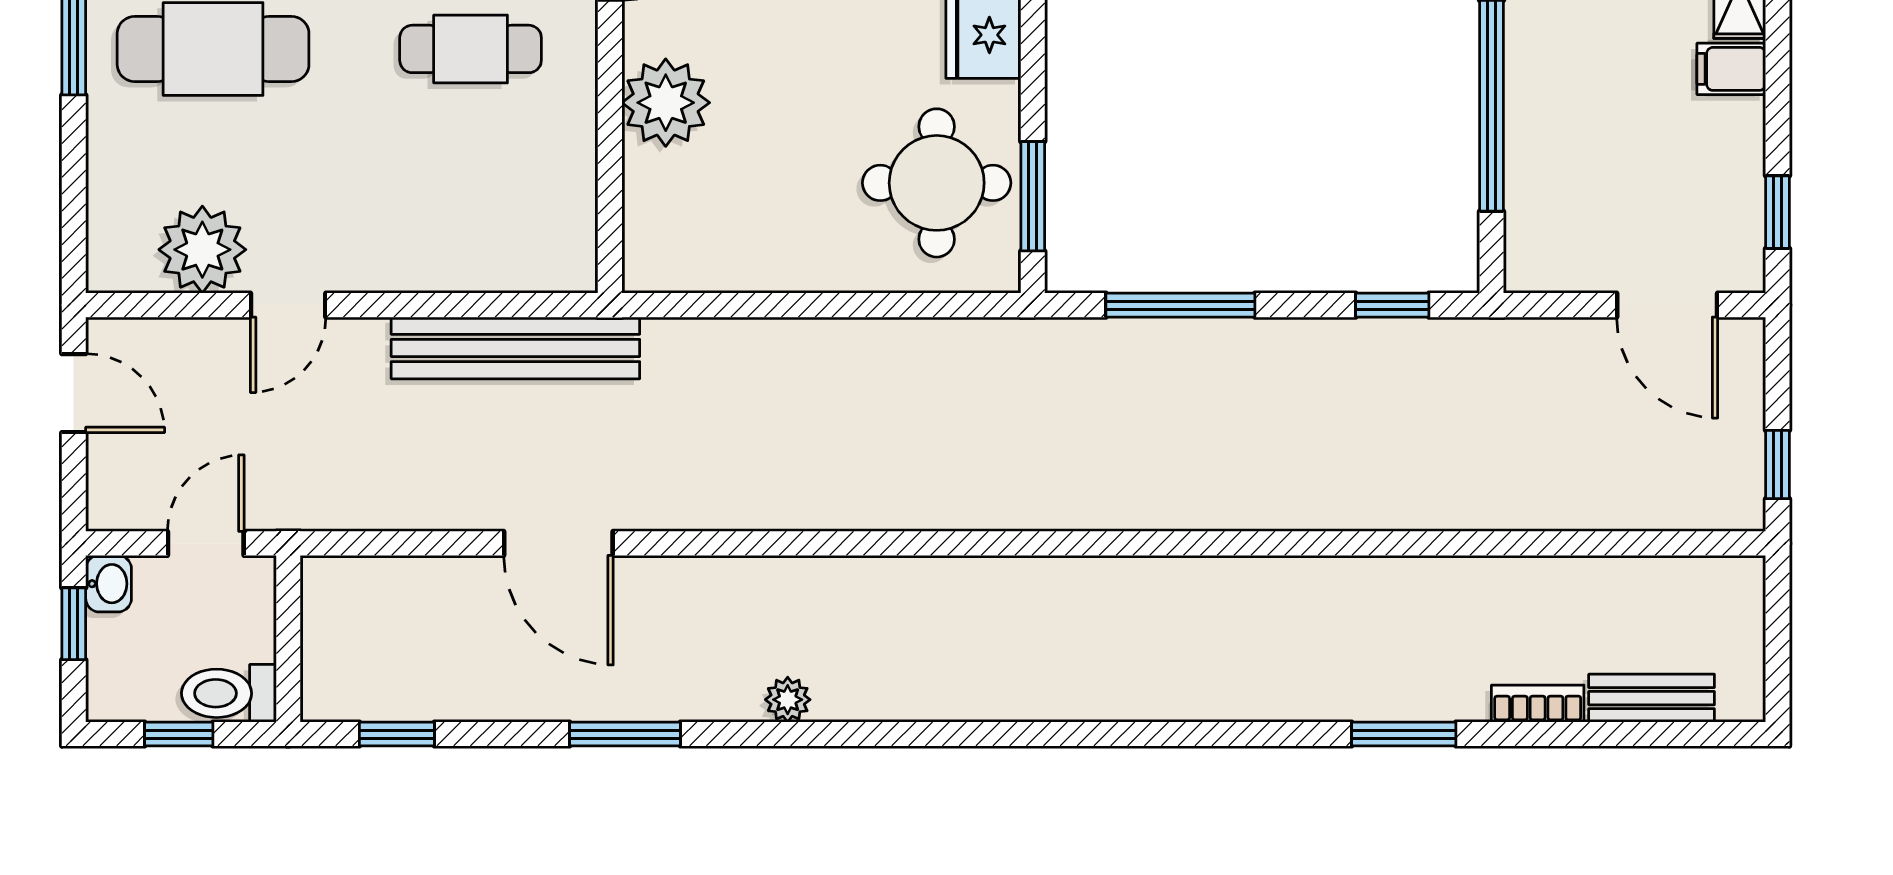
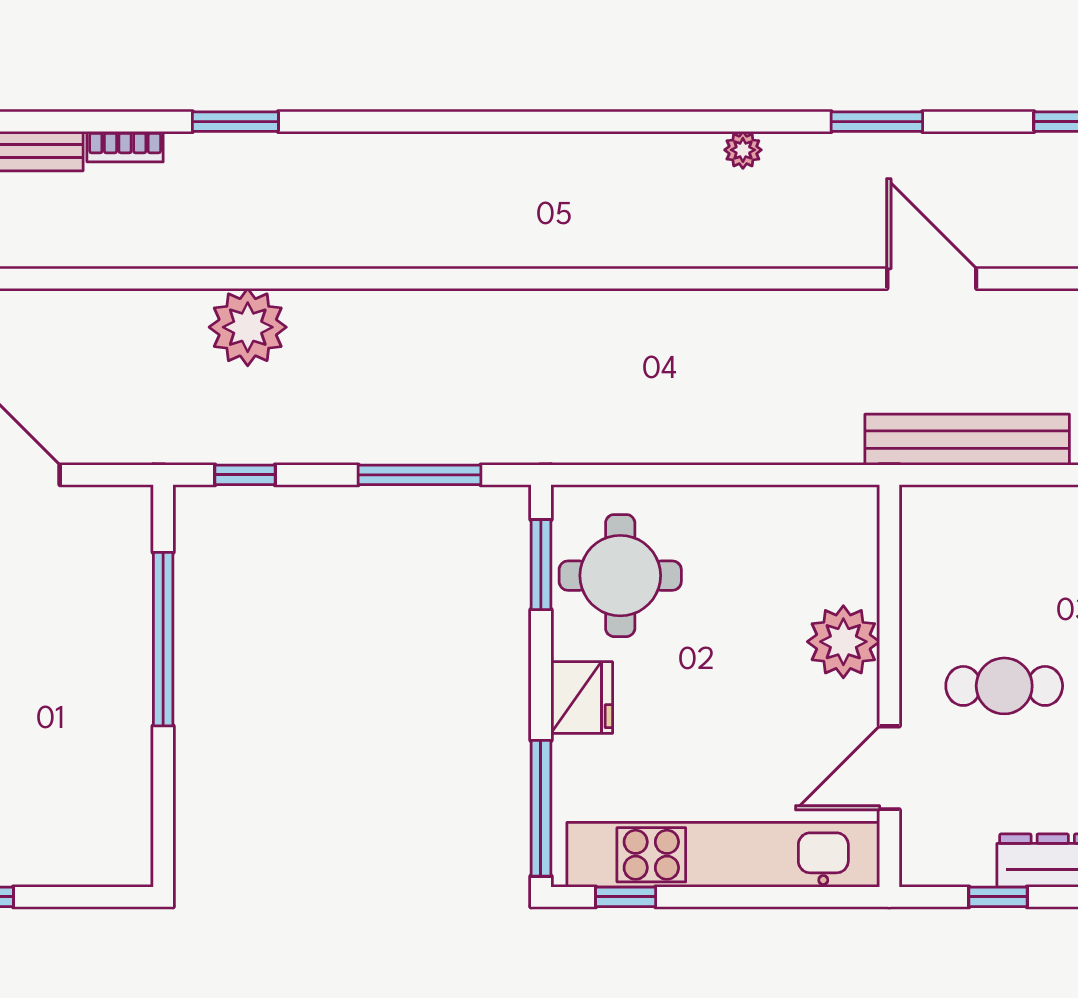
plant: (1389, 484) -> (248, 327), added

